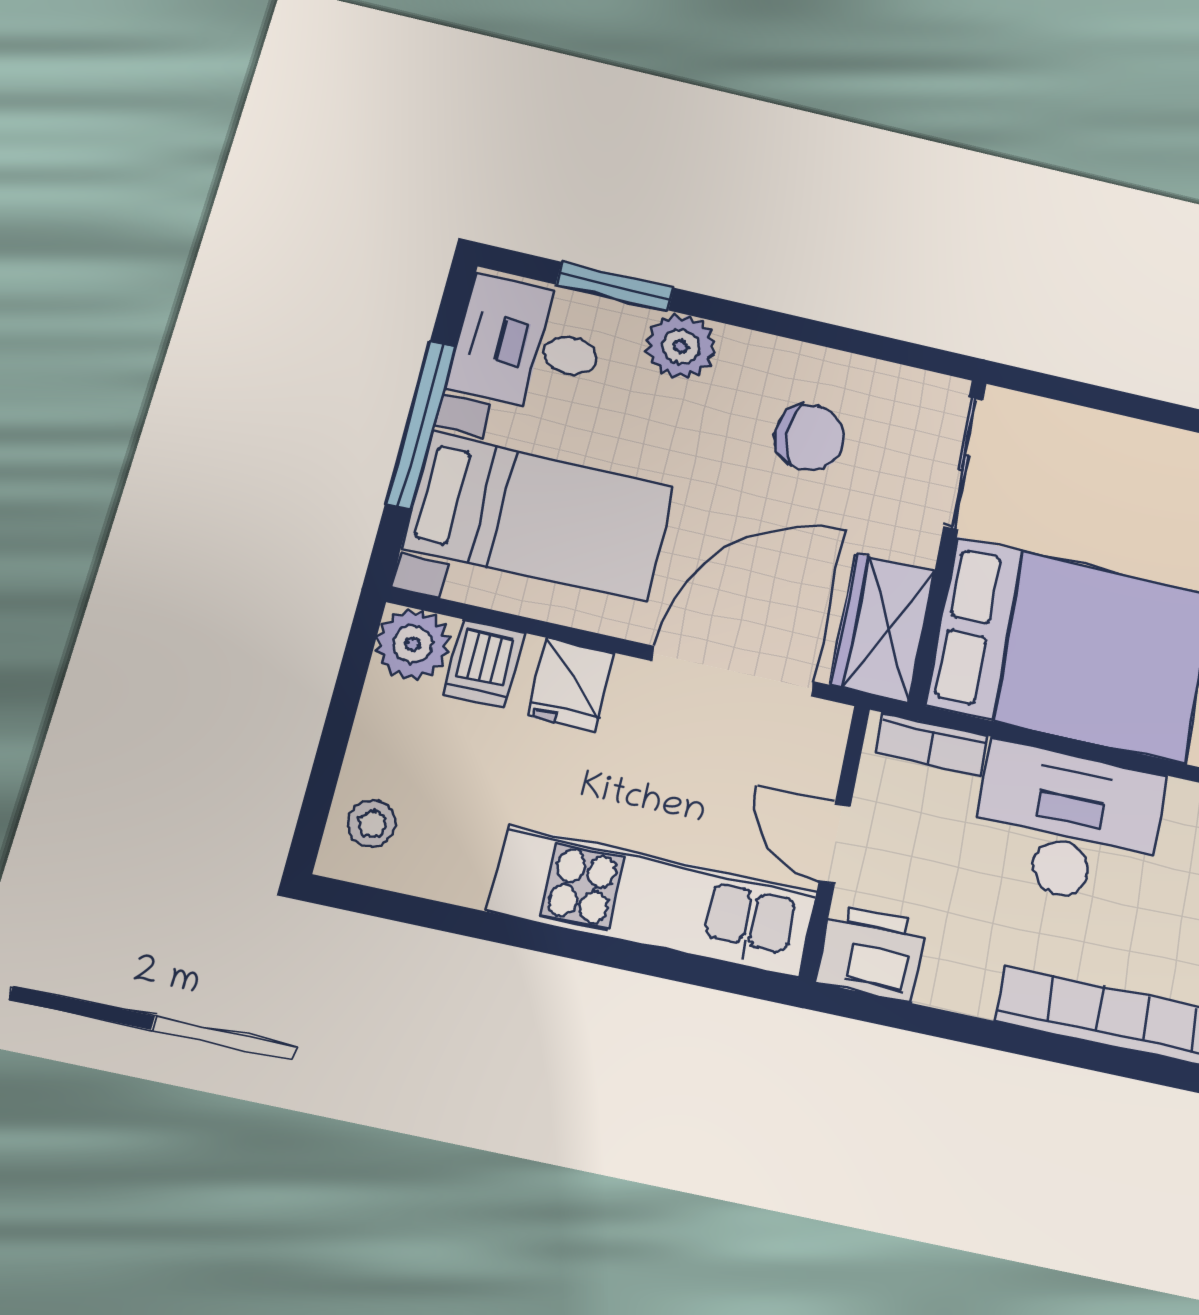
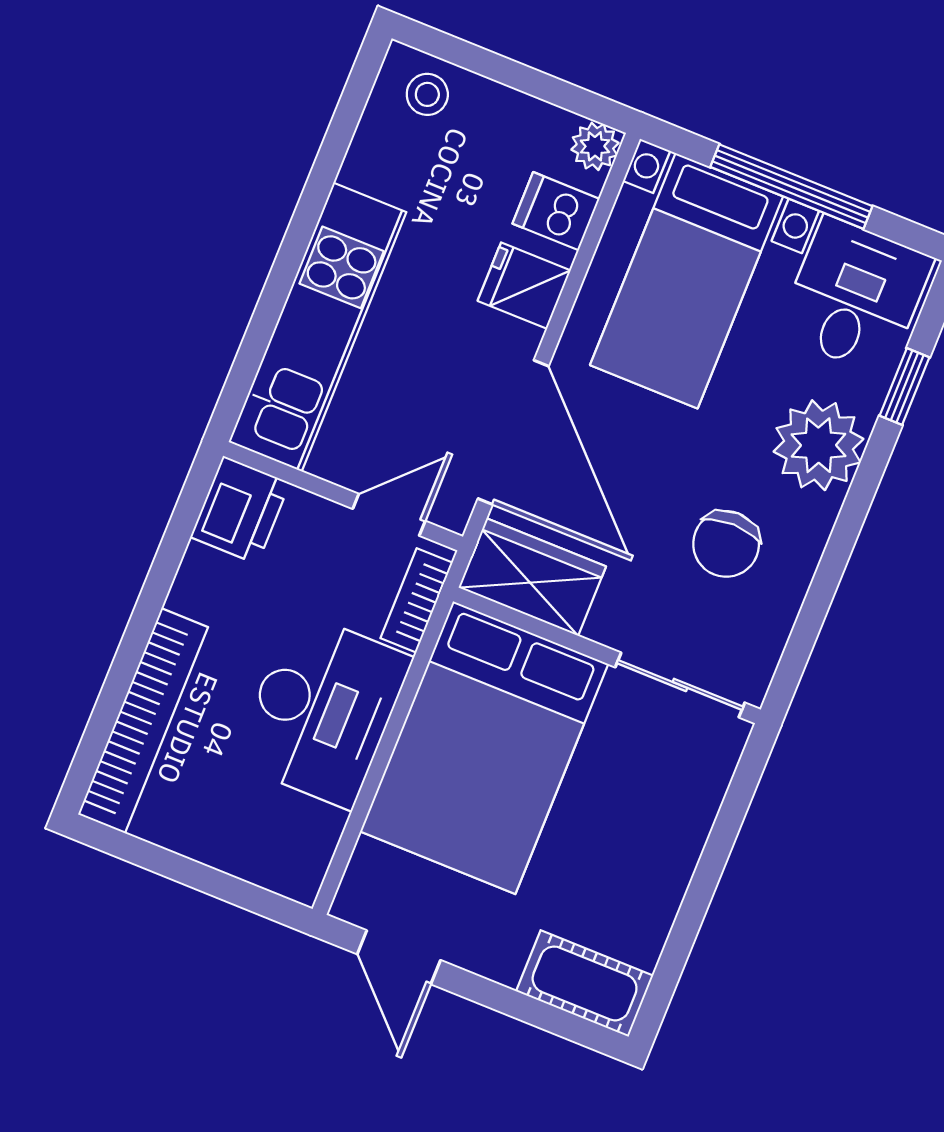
window: (615, 286) -> (904, 386), width x0.67
plant: (681, 347) -> (819, 445), width x1.36, depth x1.36
plant: (413, 644) -> (595, 146), width x0.73, depth x0.73
door: (835, 843) -> (389, 515), moved

